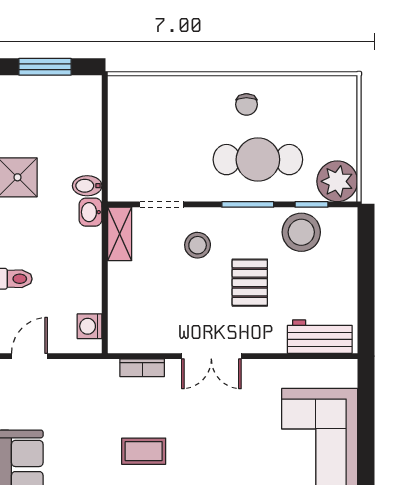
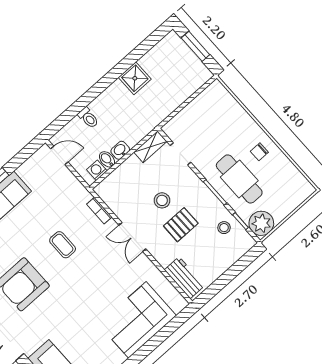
bidet: (87, 186) -> (107, 159), moved
washbasin: (91, 212) -> (120, 150), moved
stool: (301, 232) -> (224, 228), width x0.53, depth x0.53
stool: (198, 245) -> (162, 200), moved

